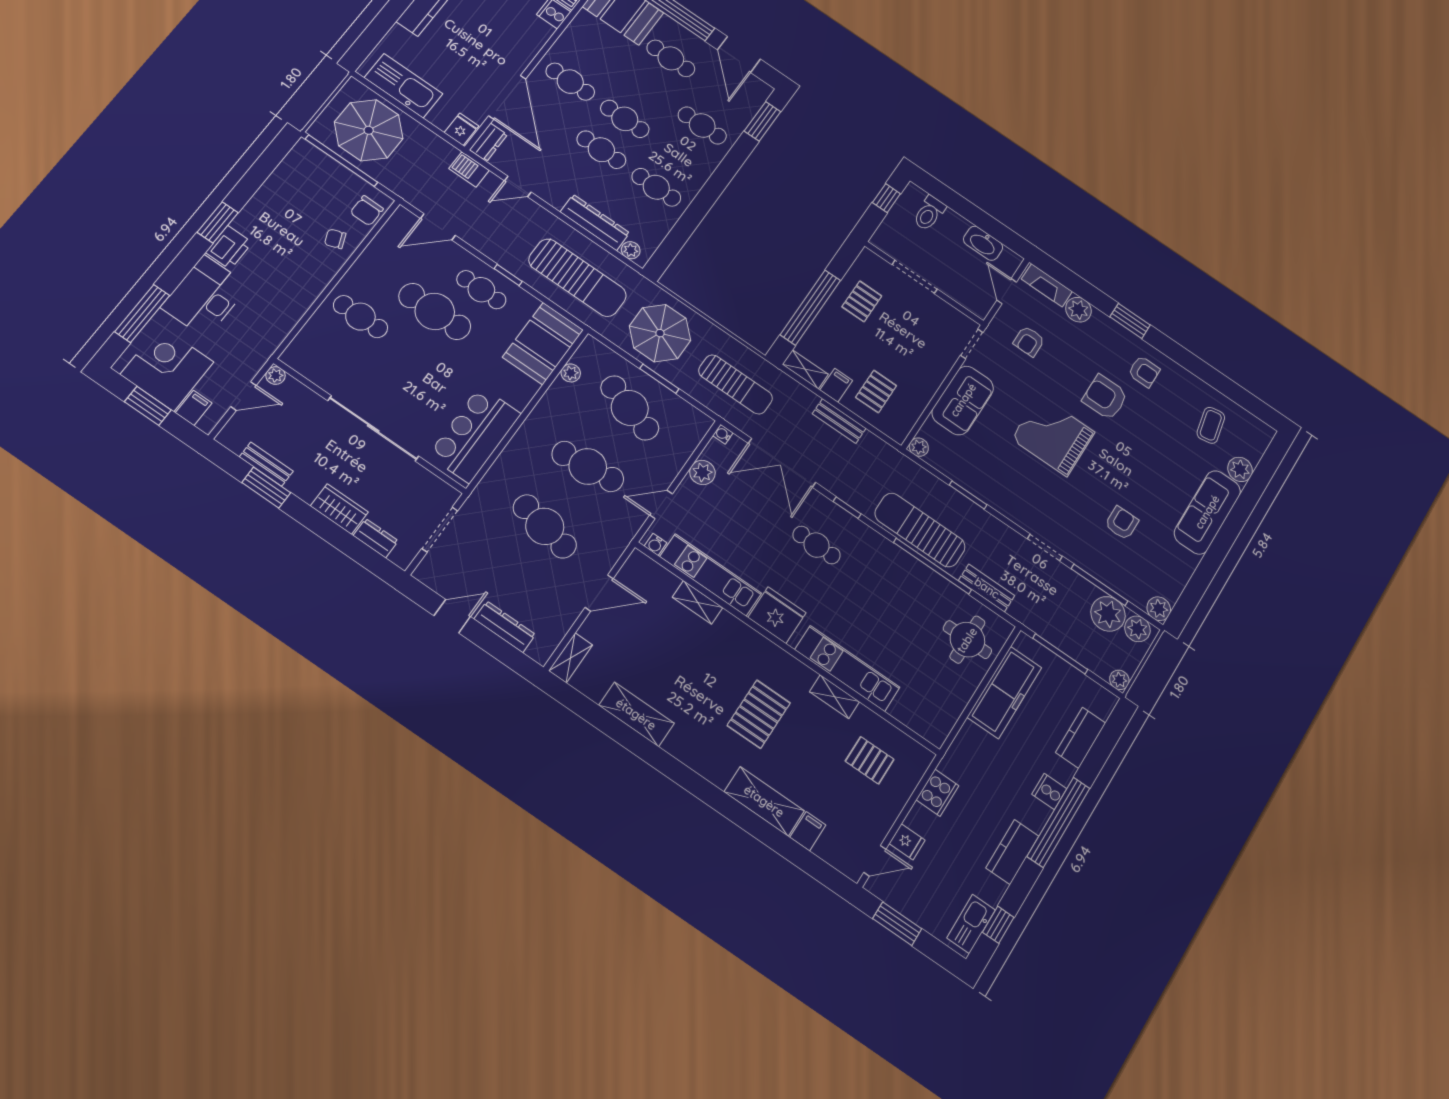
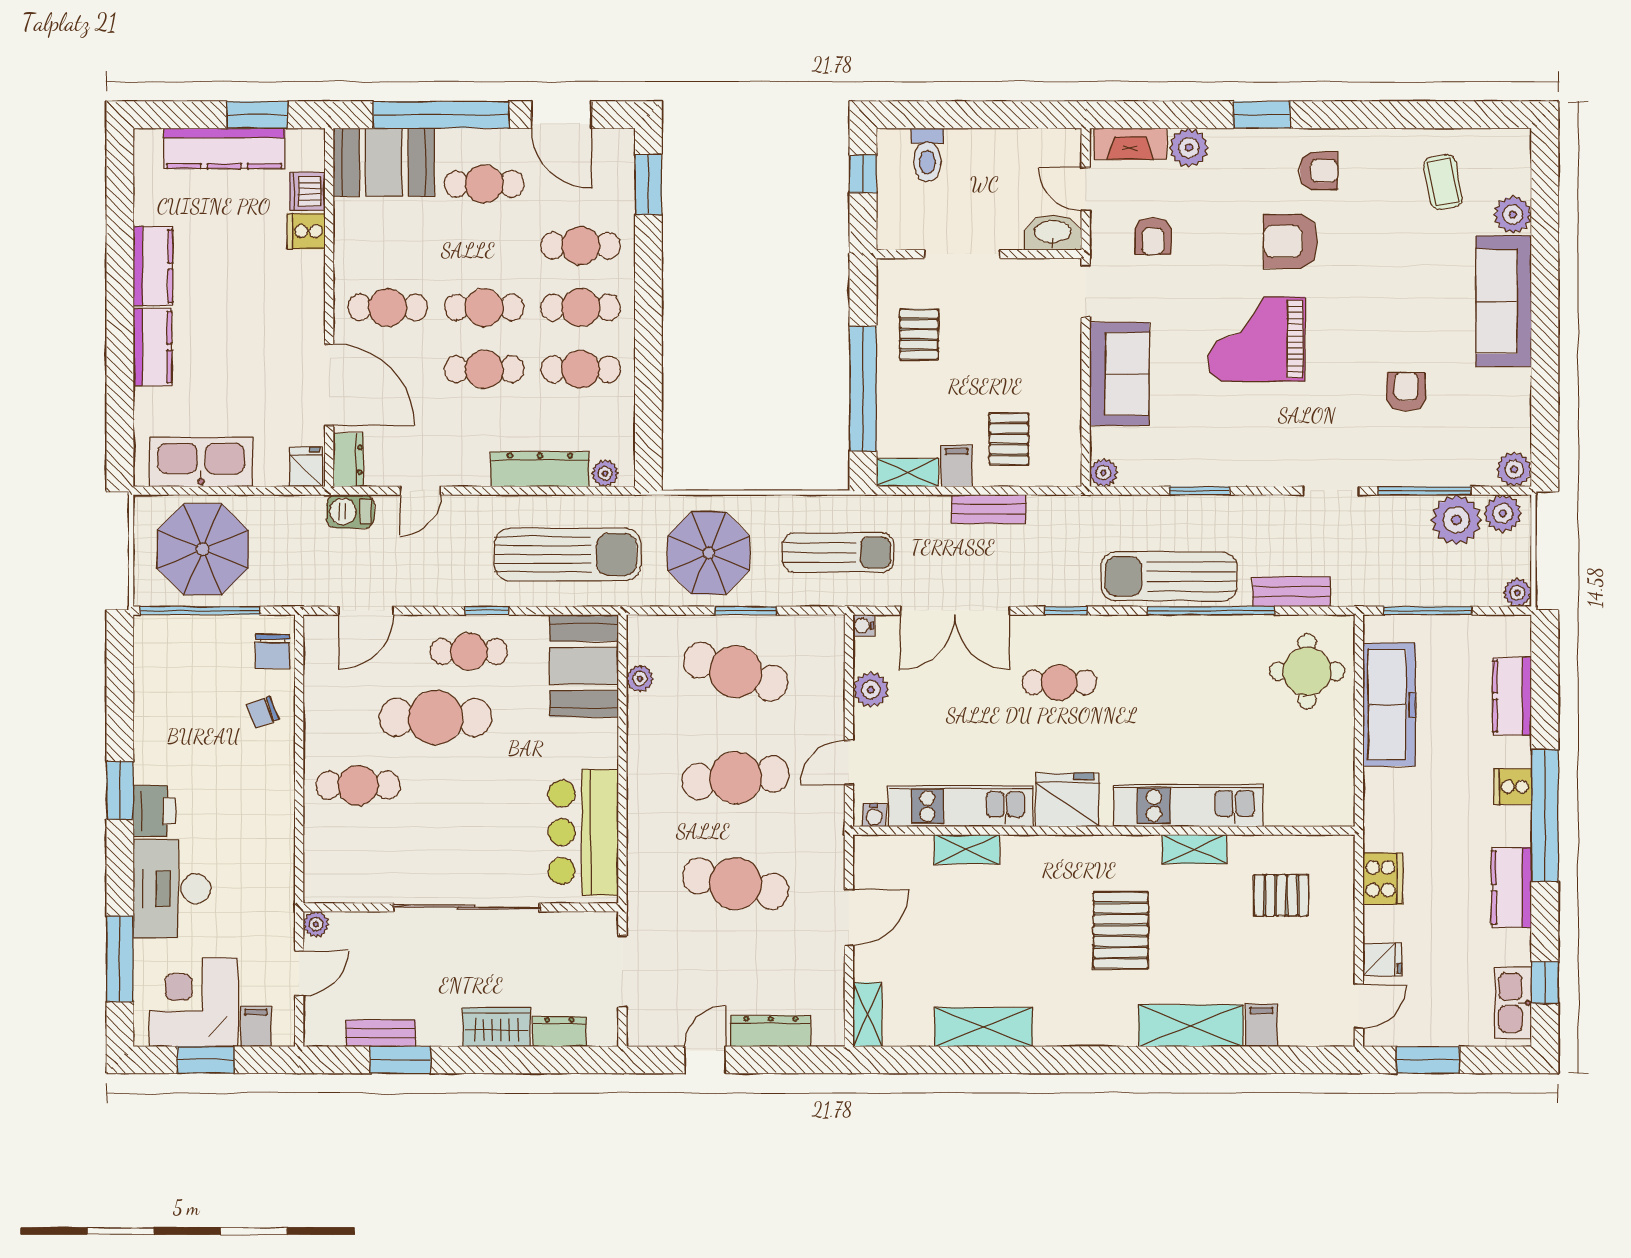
cafe table: (679, 156) -> (581, 307), added
washbasin: (983, 243) -> (1053, 233), moved, turned 180

